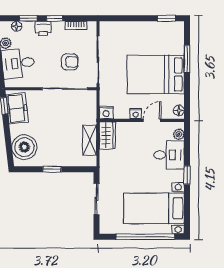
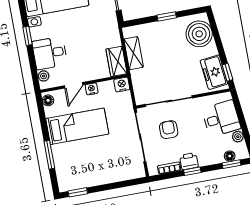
window: (28, 18) -> (232, 164), moved
printer: (43, 28) -> (189, 161), moved
armchair: (70, 62) -> (169, 130), turned 90
bed: (156, 74) -> (77, 126), width x0.67

